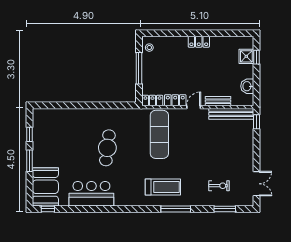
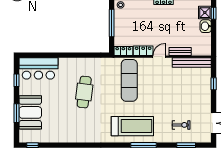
washbasin: (247, 86) -> (206, 26), moved
window: (257, 122) -> (214, 84), moved
window: (30, 161) -> (17, 113), moved
booth: (45, 187) -> (30, 112), moved
treadmill: (163, 187) -> (132, 126), width x1.37, depth x1.38
bar counter: (91, 194) -> (38, 68), moved, turned 180

